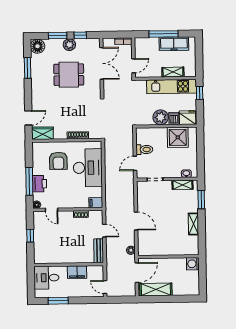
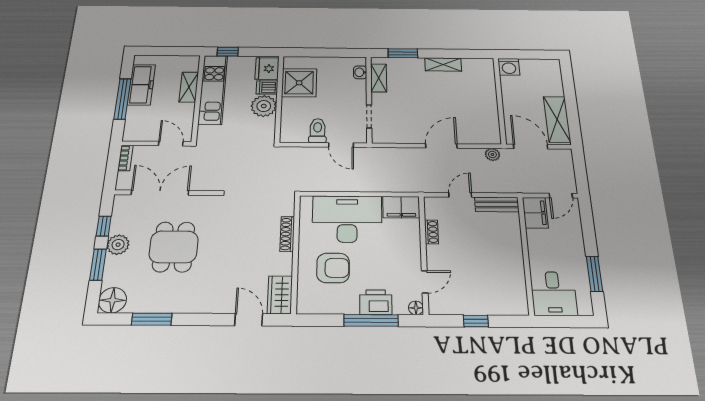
filing cabinet: (96, 203) -> (401, 207), width x2.00
filing cabinet: (77, 272) -> (535, 213), moved

